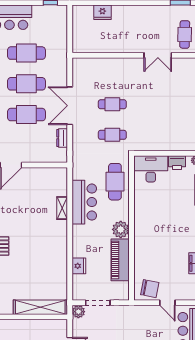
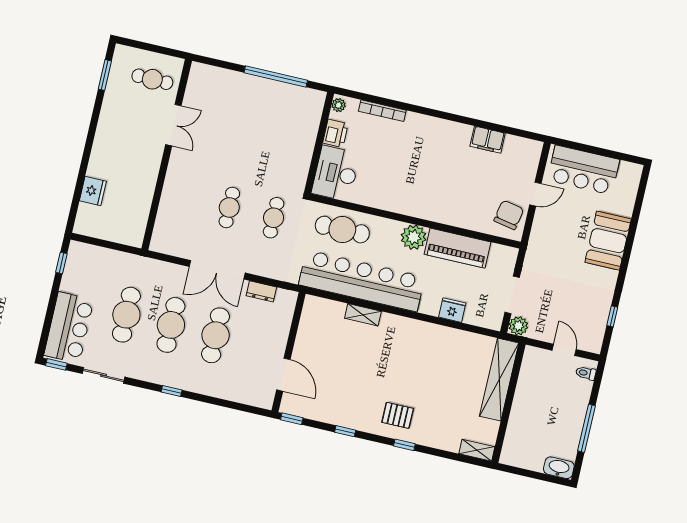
bar counter: (84, 202) -> (362, 281), width x1.86

